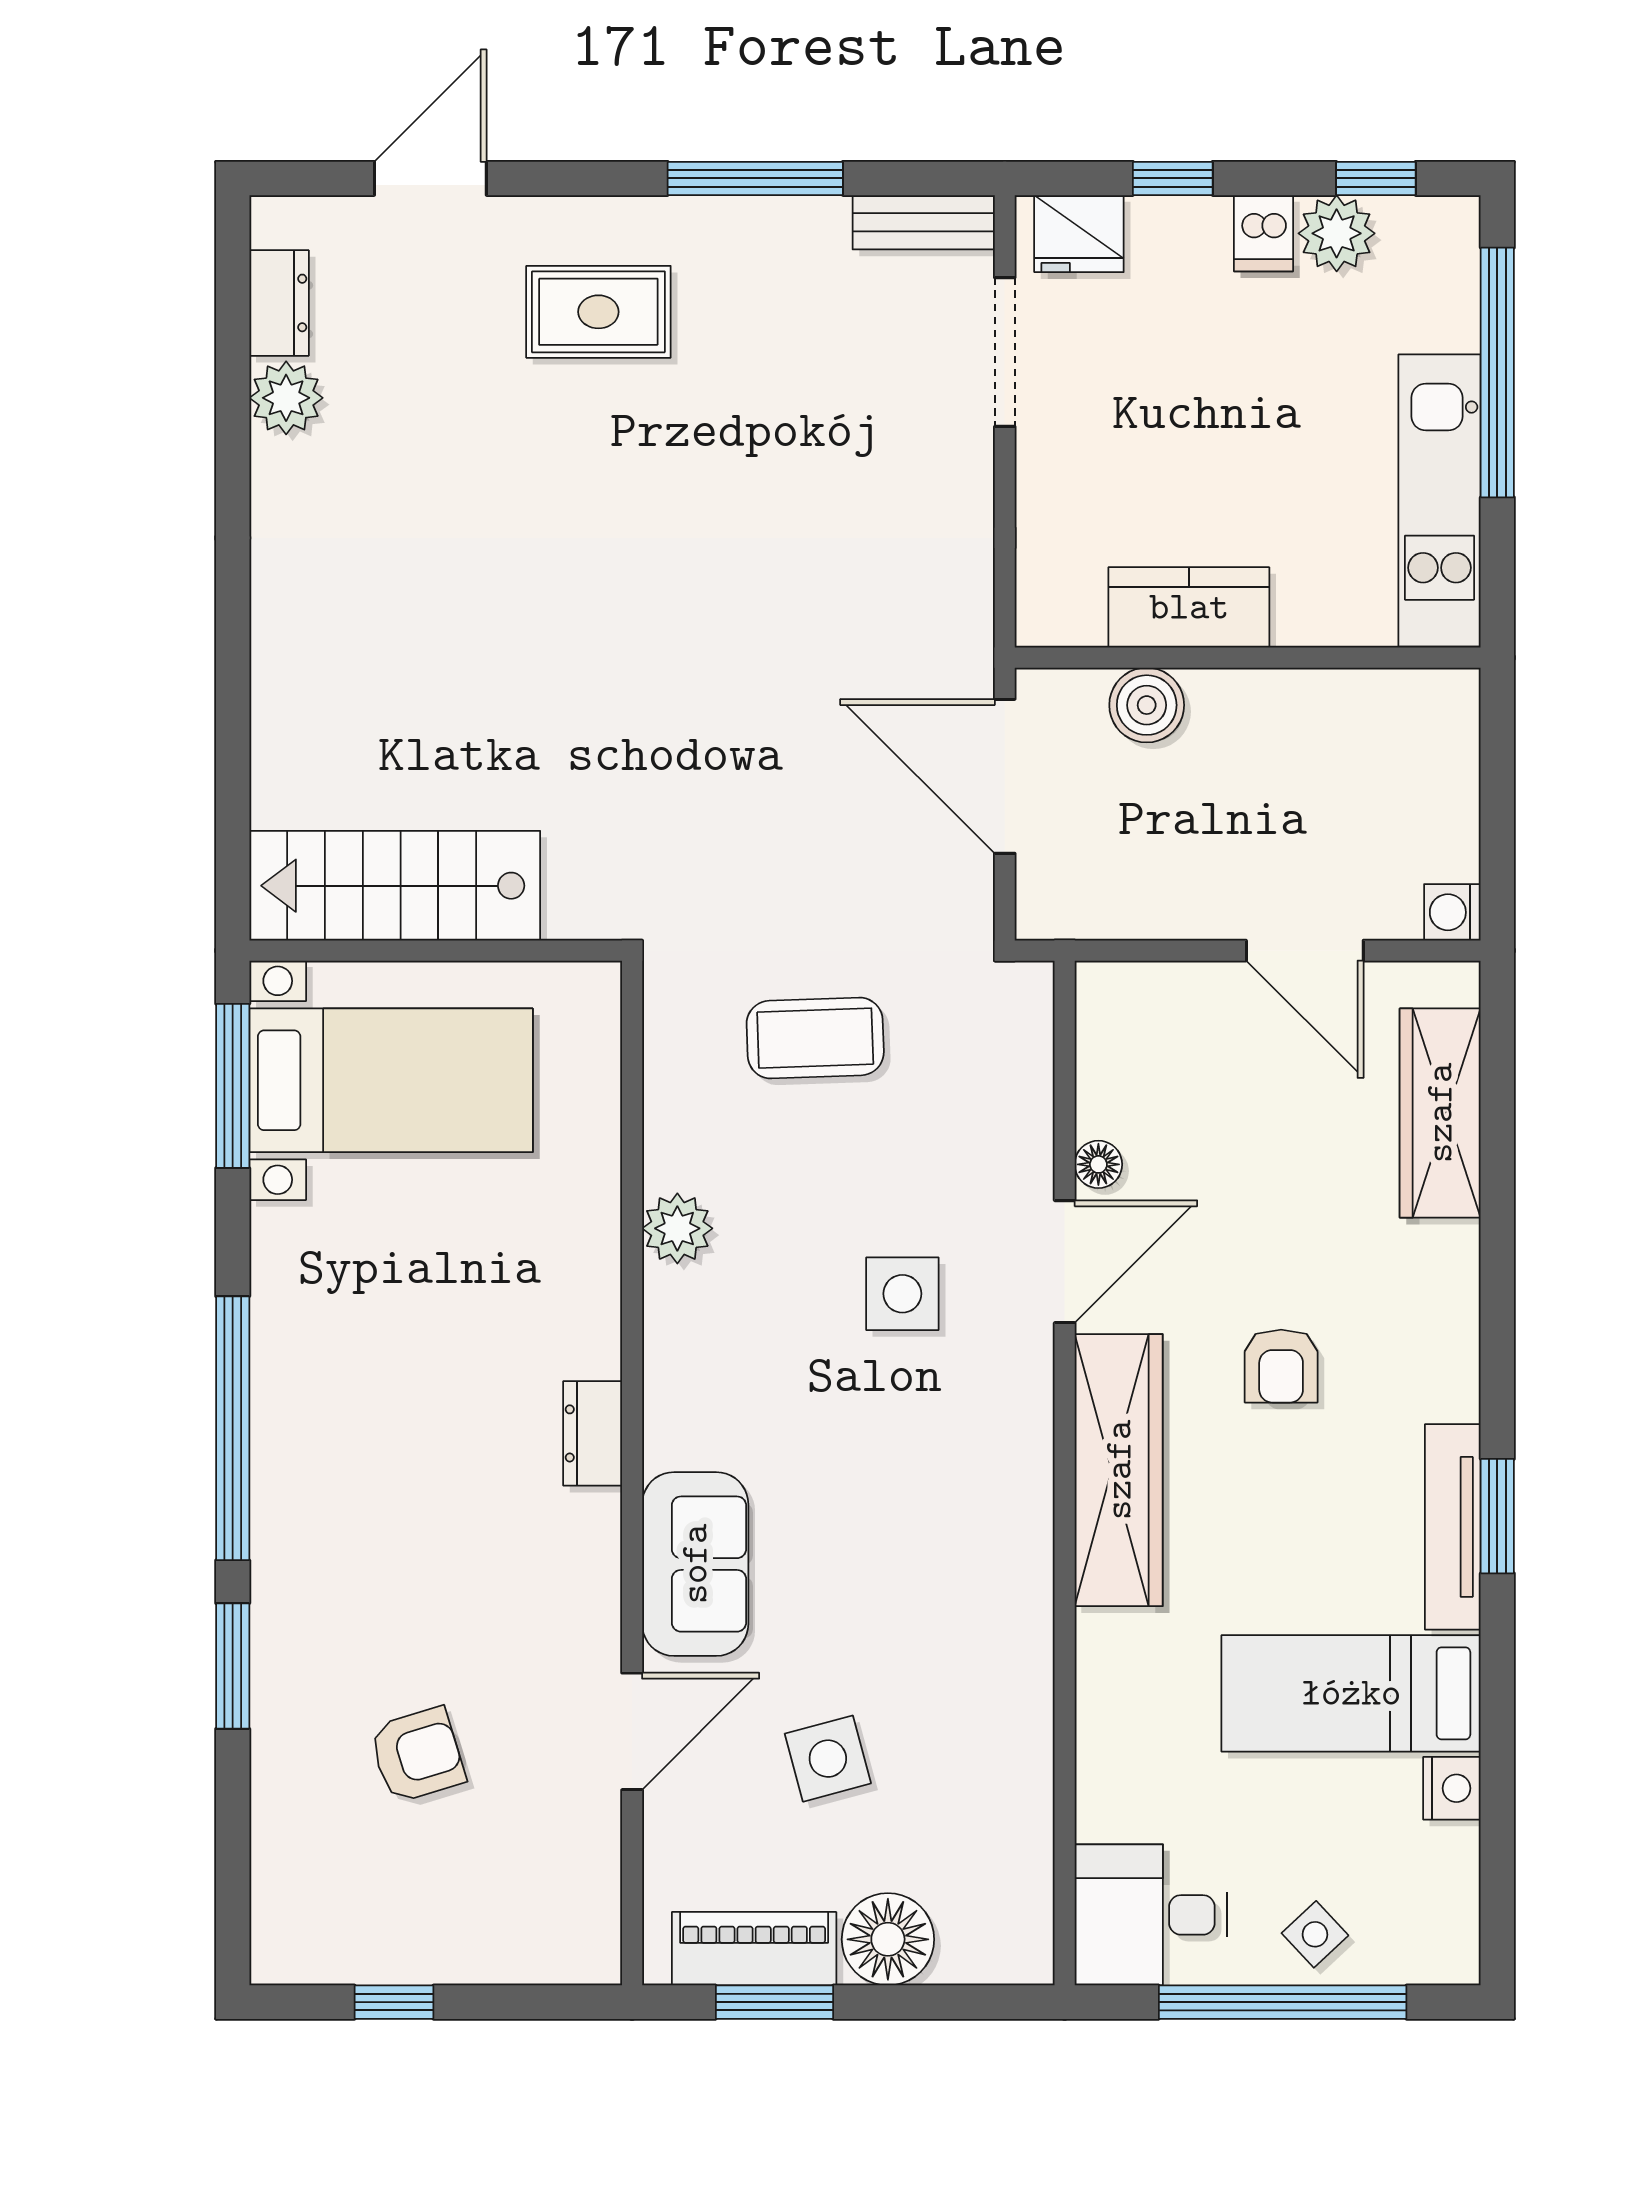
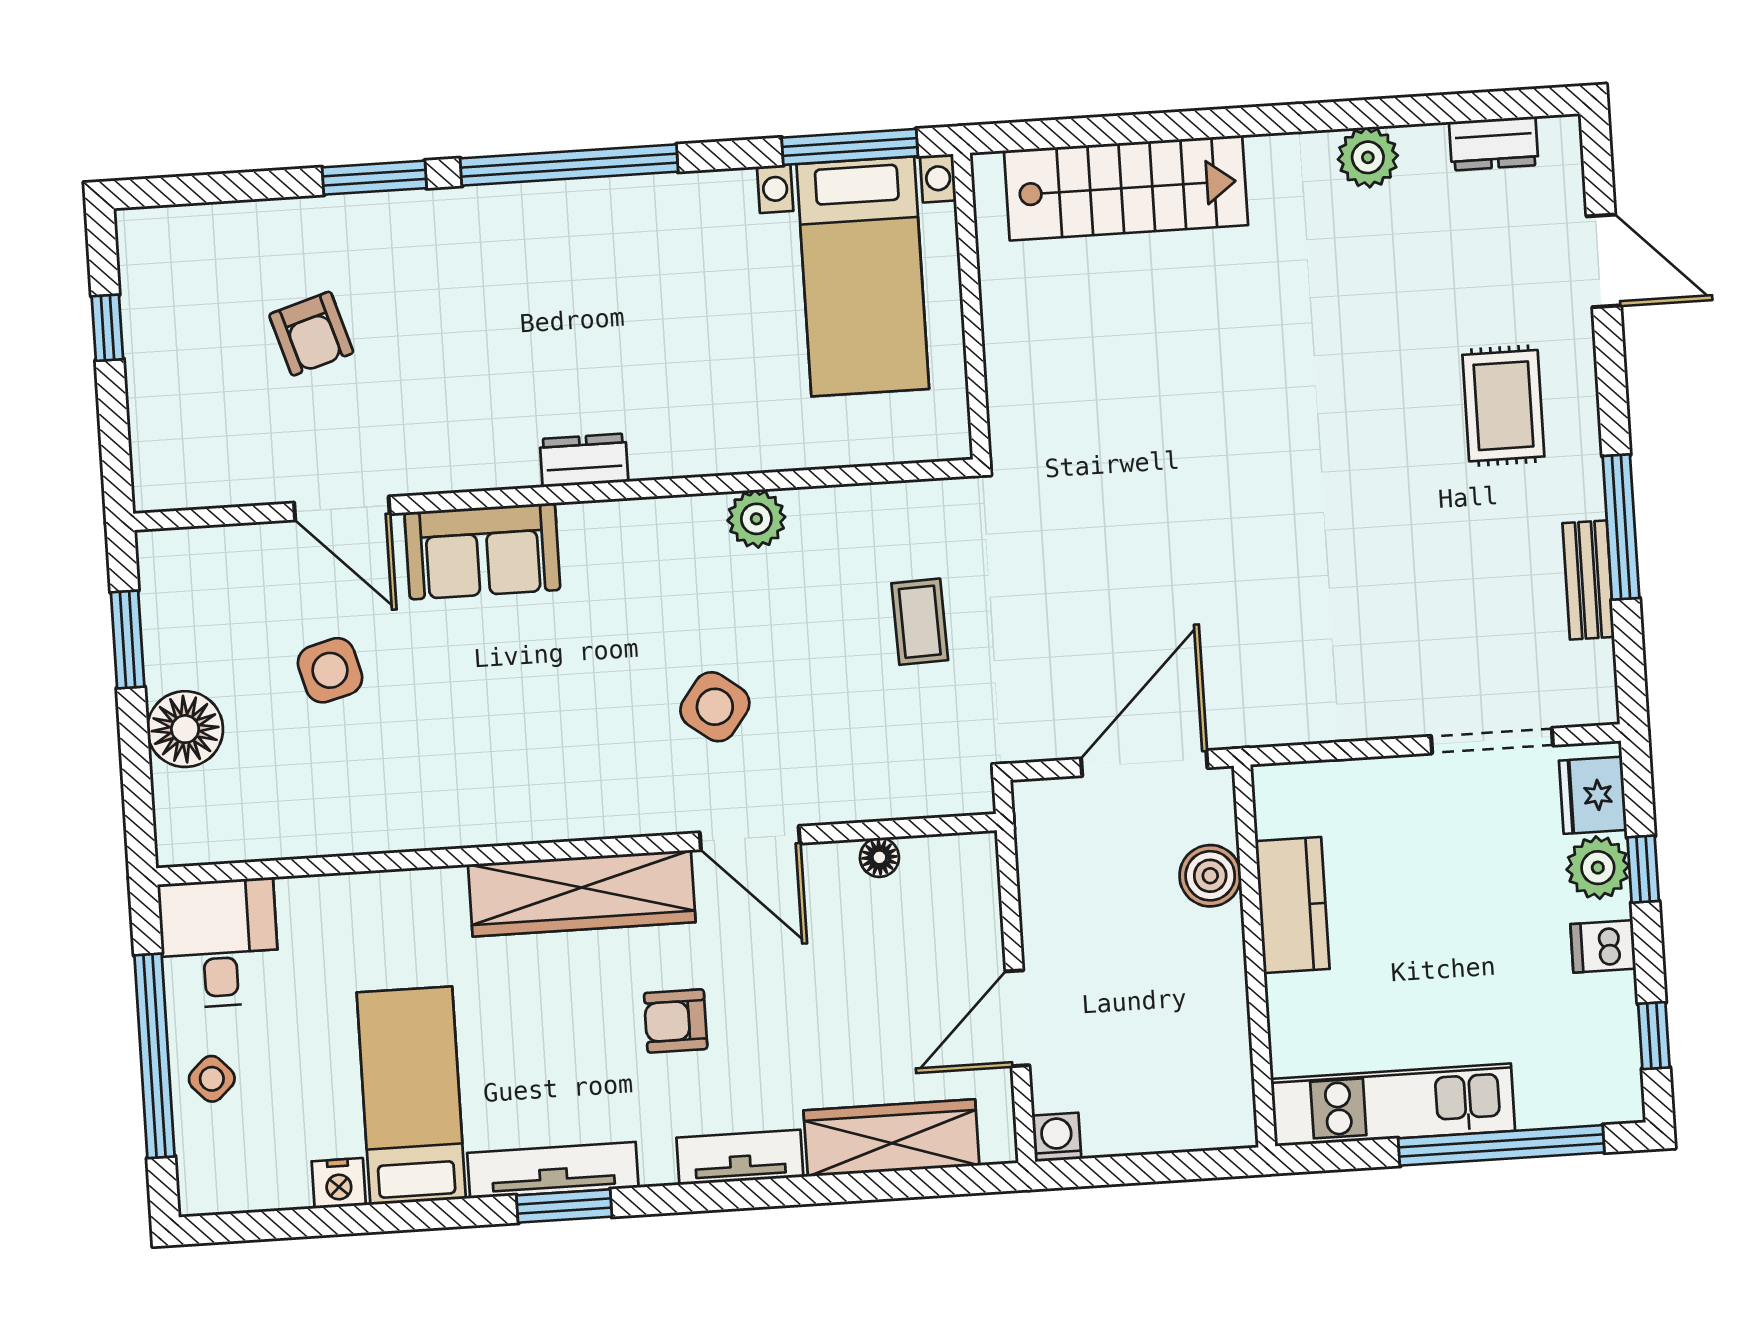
bench: (924, 222) -> (1588, 580), moved
plant: (1337, 233) -> (1598, 868), moved
plant: (286, 398) -> (1368, 157), moved
stairs: (395, 886) -> (1126, 188), moved, turned 90
coffee table: (815, 1038) -> (920, 622), width x0.73, depth x0.77
floor lamp: (1098, 1164) -> (879, 857), moved
side table: (902, 1294) -> (715, 707), turned 37
tv unit: (1452, 1299) -> (740, 1157), added
piano: (754, 1949) -> (170, 620), removed

